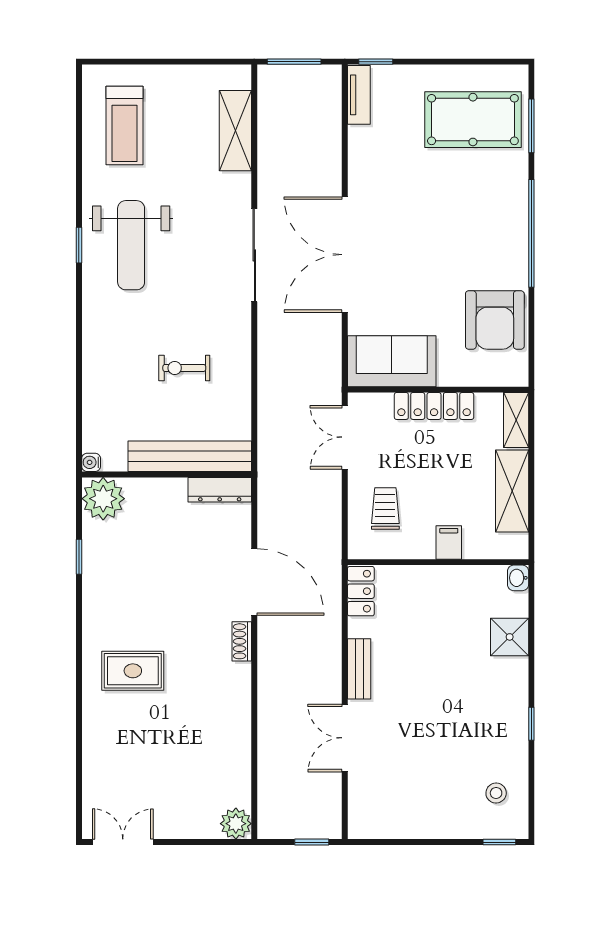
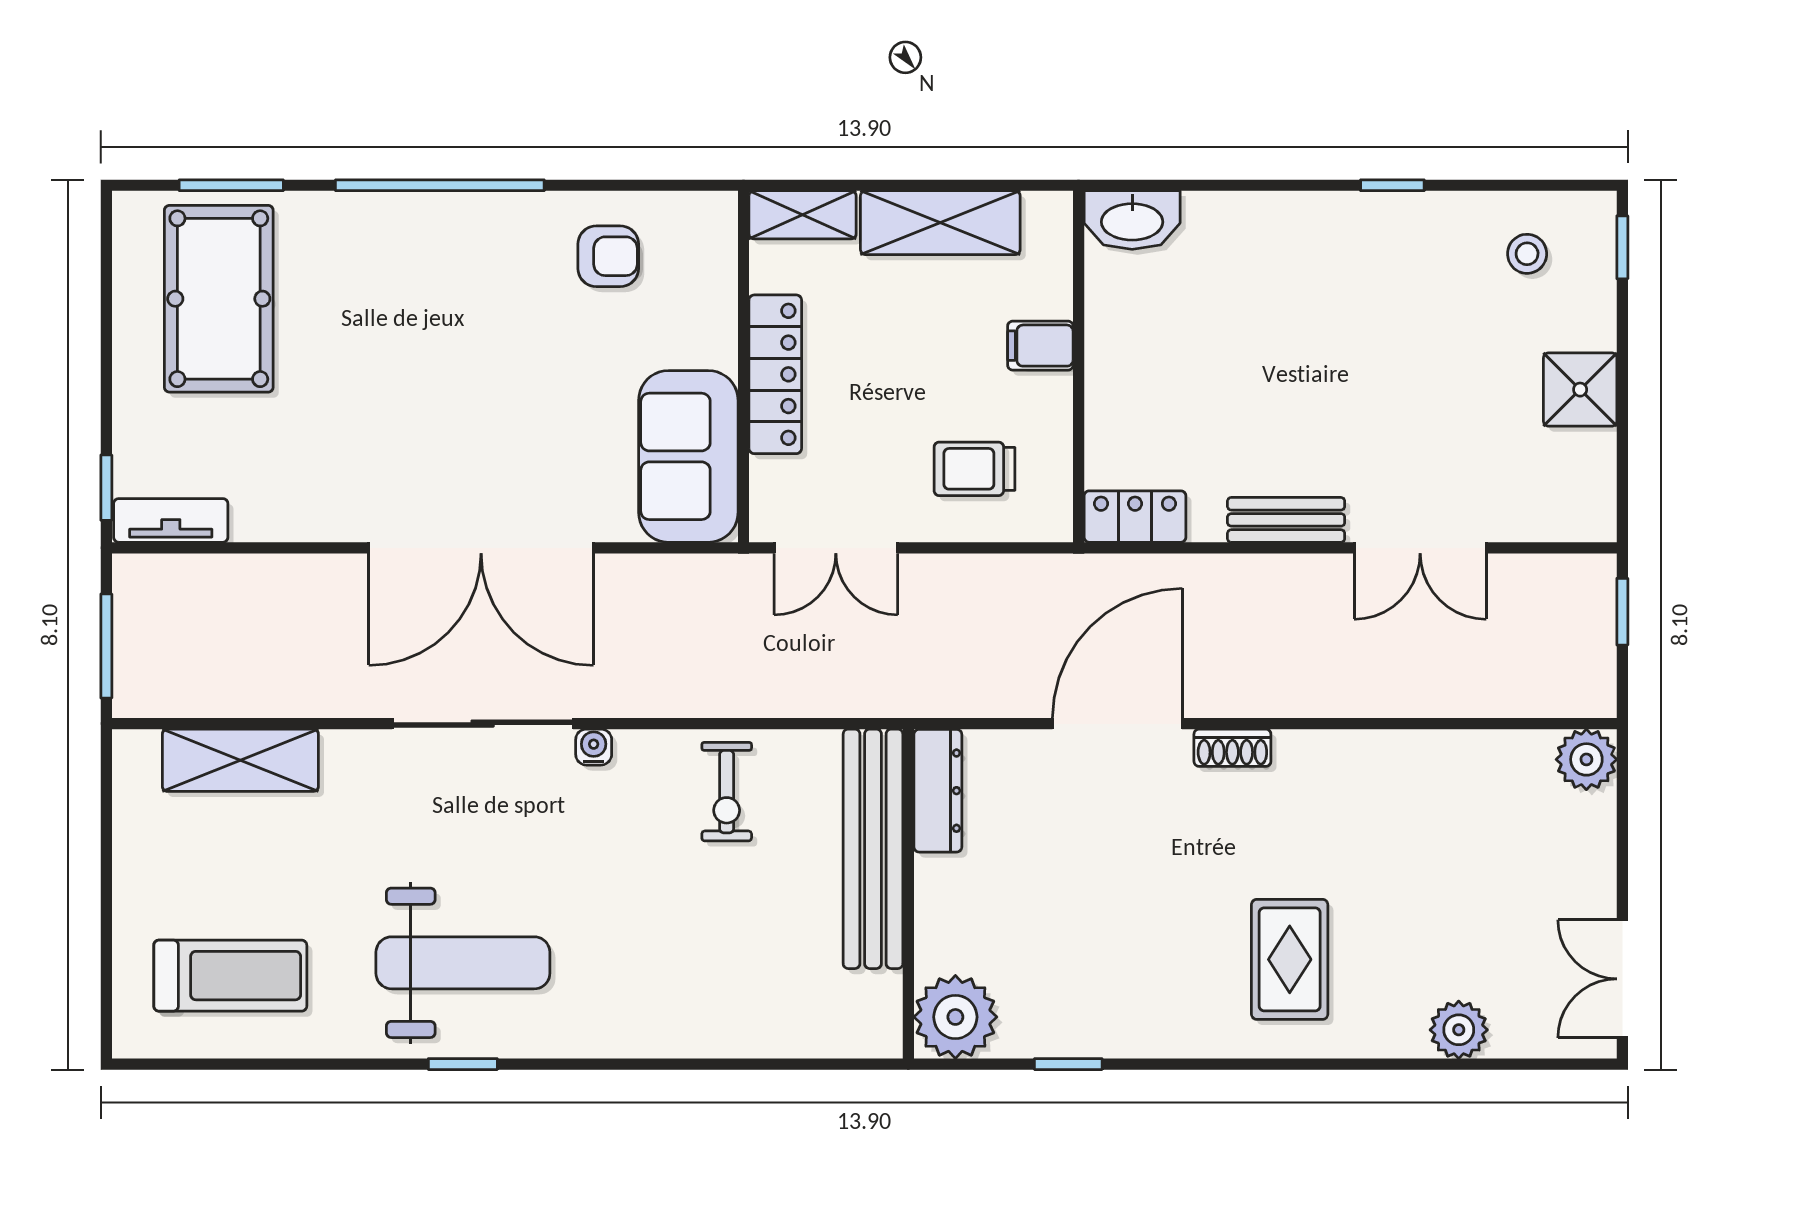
armchair: (495, 320) -> (608, 256), width x0.53, depth x0.53
exercise bike: (184, 368) -> (727, 792), moved
water cooler: (91, 462) -> (594, 747), moved, turned 180
washbasin: (518, 578) -> (1132, 220), width x1.91, depth x1.45
shower: (510, 637) -> (1580, 390), moved
plant: (97, 758) -> (1459, 1030), added

